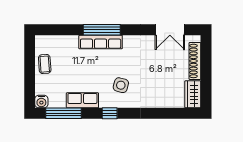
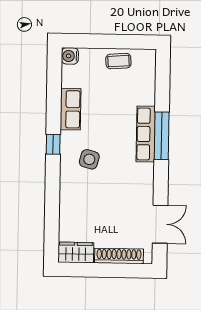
double door: (170, 30) -> (160, 224), swing flipped
window: (63, 113) -> (54, 84), removed

